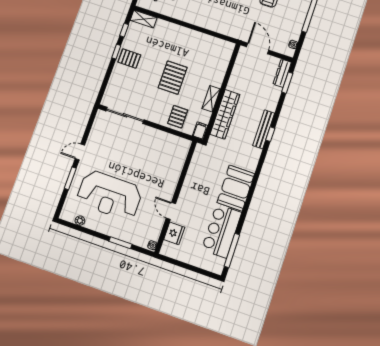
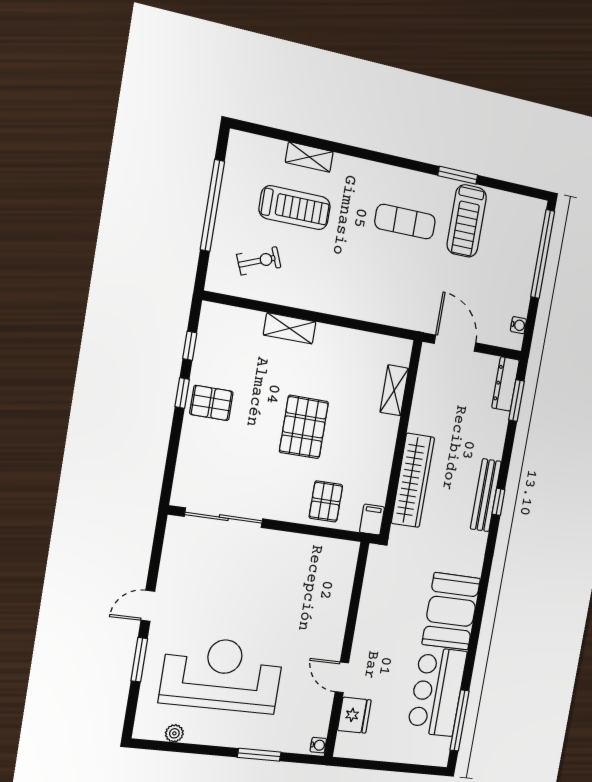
shelving: (144, 19) -> (290, 328), moved
shelving: (211, 99) -> (394, 390), moved
reception desk: (109, 195) -> (222, 674), turned 180

